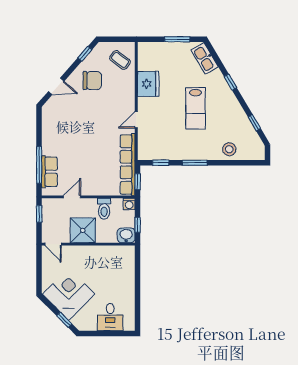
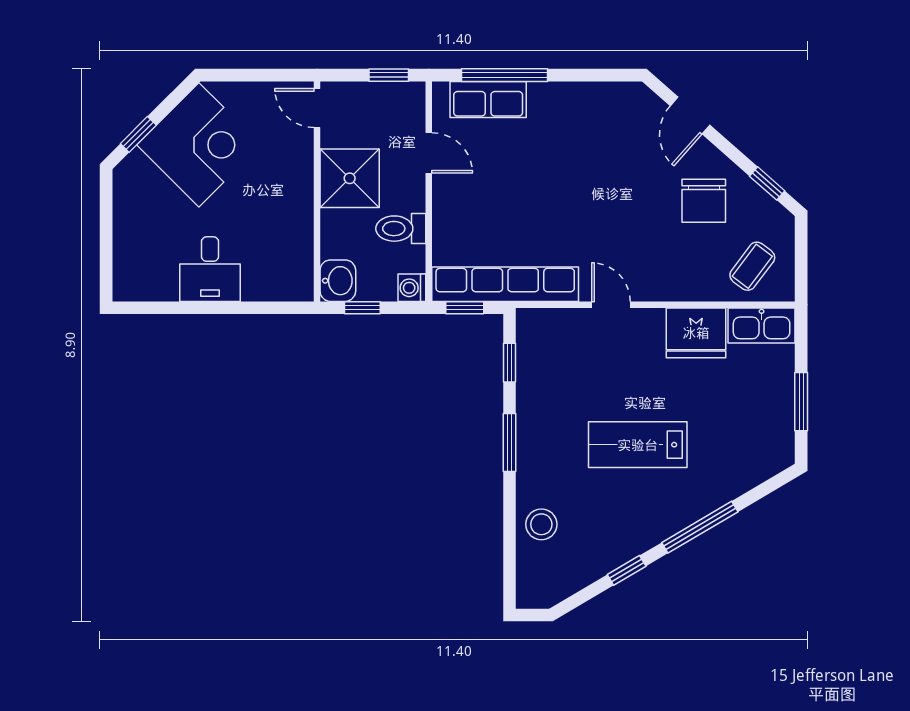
kitchen sink: (205, 58) -> (762, 325), moved, turned -149
window: (230, 82) -> (700, 527), width x2.17
window: (254, 123) -> (627, 570), moved
door: (53, 244) -> (317, 108), hinge flipped
desk: (110, 317) -> (210, 269), moved, turned -90

